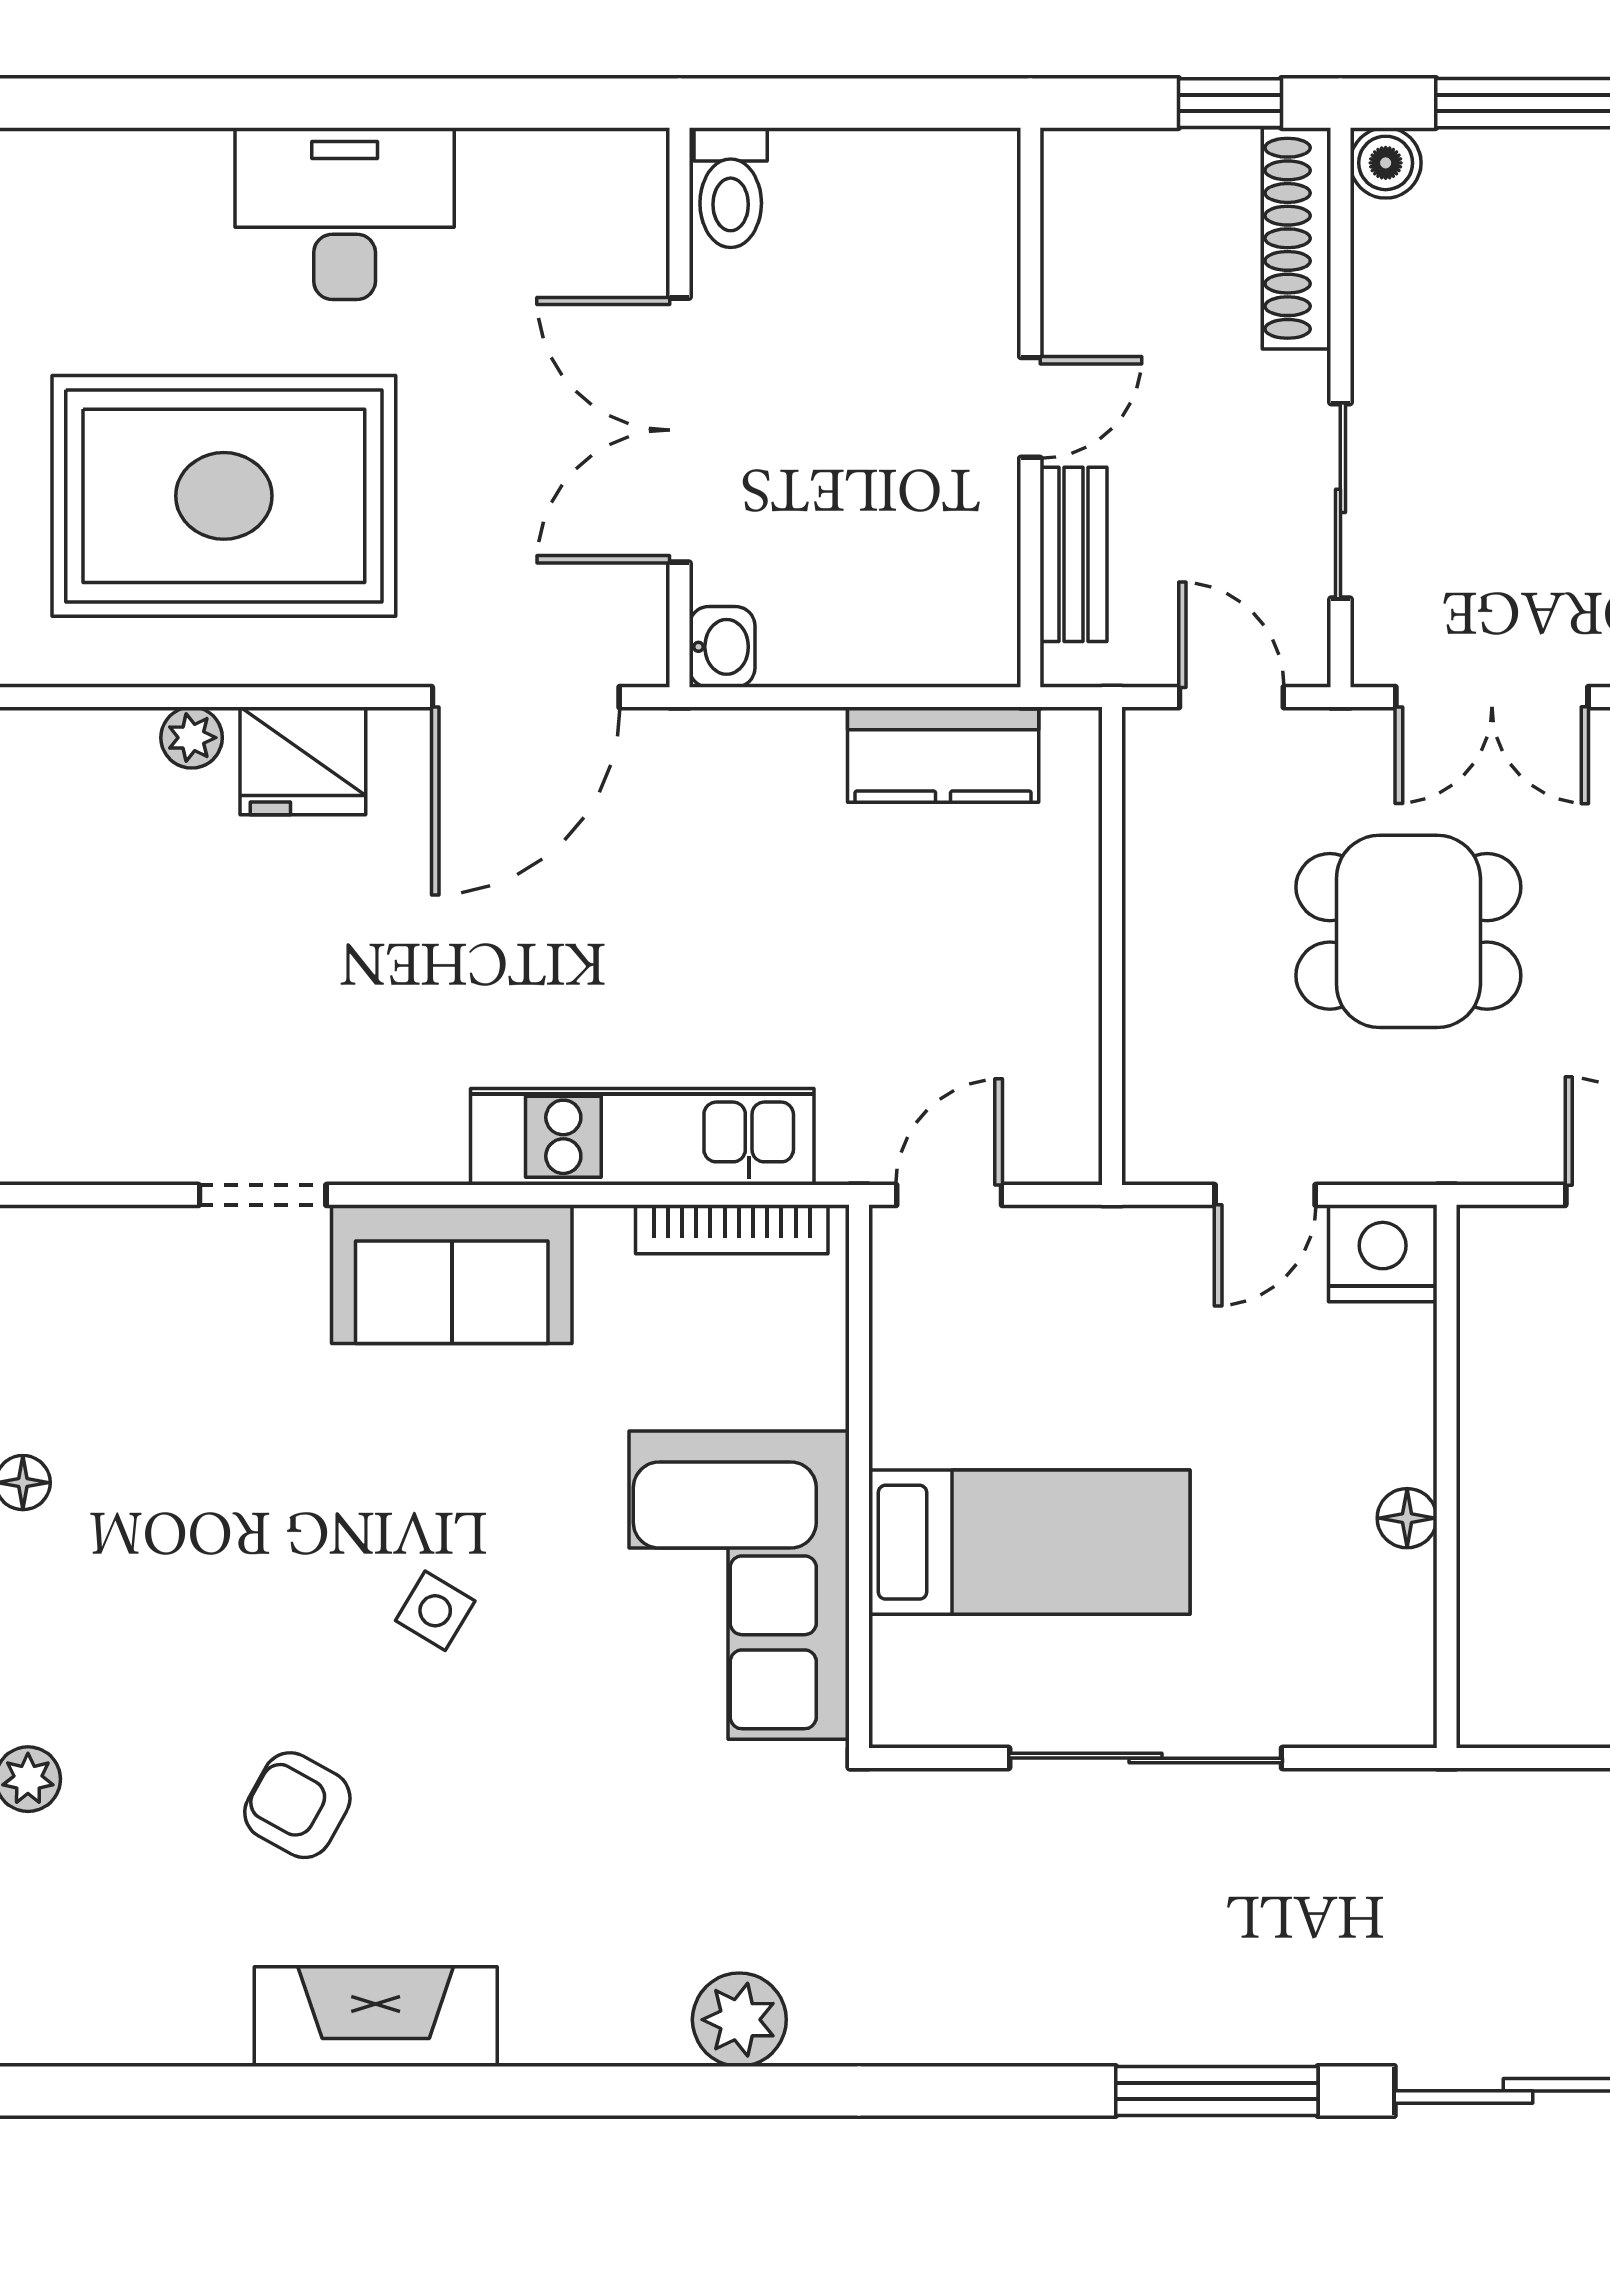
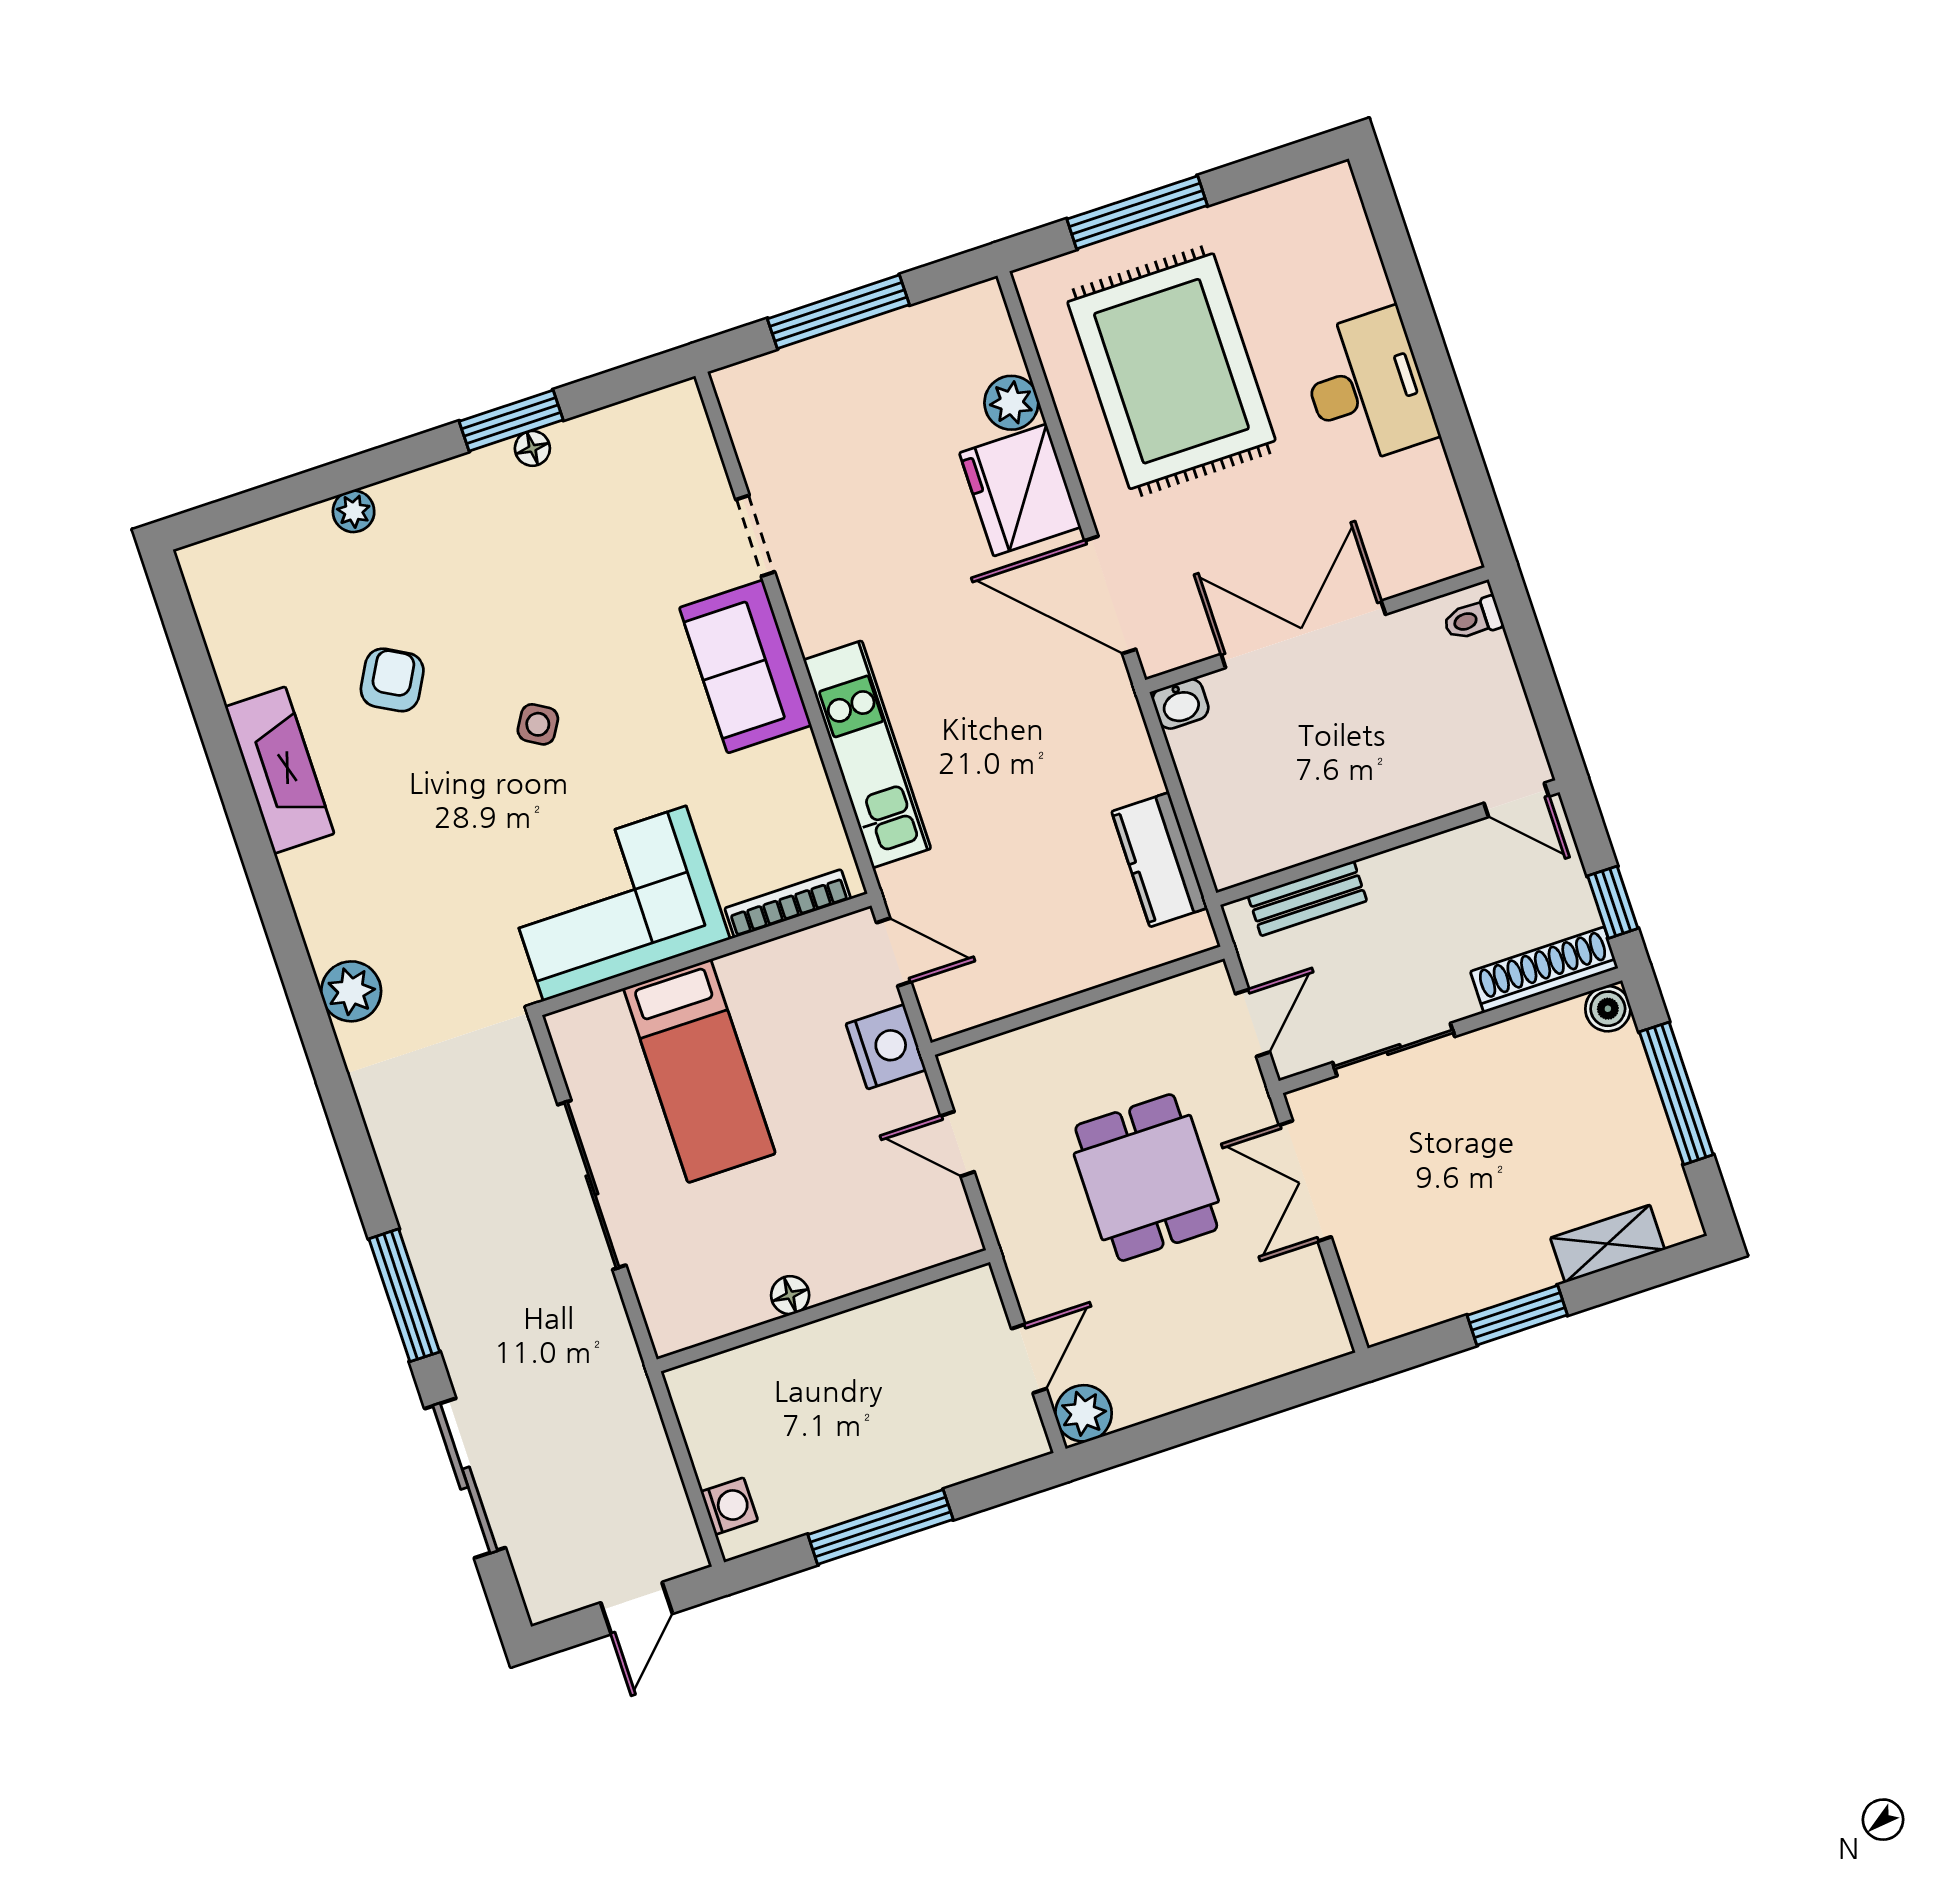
toilet: (731, 188) -> (1473, 619), width x0.73, depth x0.72
door: (1030, 407) -> (1516, 800), moved
plant: (192, 738) -> (1011, 403), width x1.38, depth x1.38
fridge: (303, 761) -> (1020, 490), width x1.36, depth x1.34
bookcase: (732, 1229) -> (788, 904), moved, turned 90
nightstand: (1383, 1253) -> (886, 1047), moved

